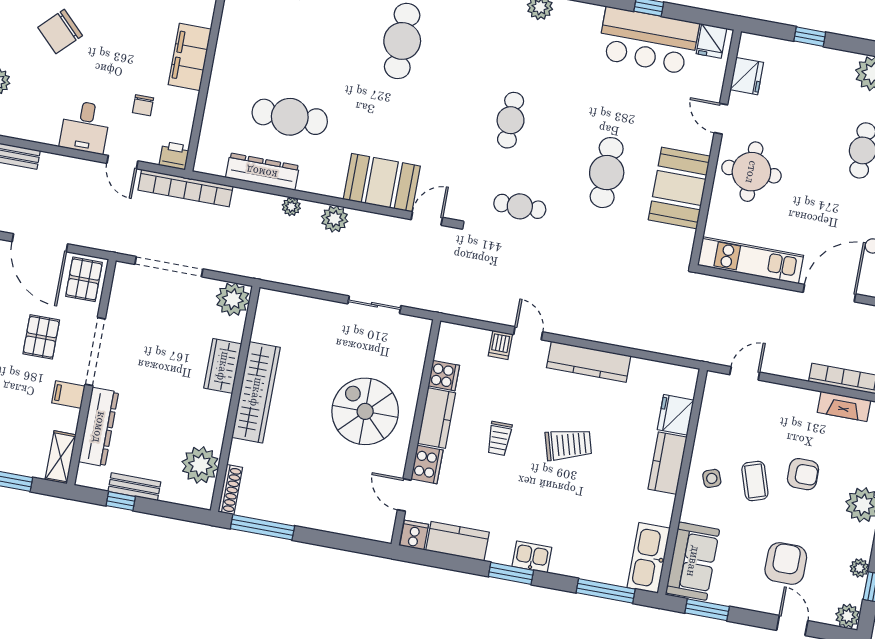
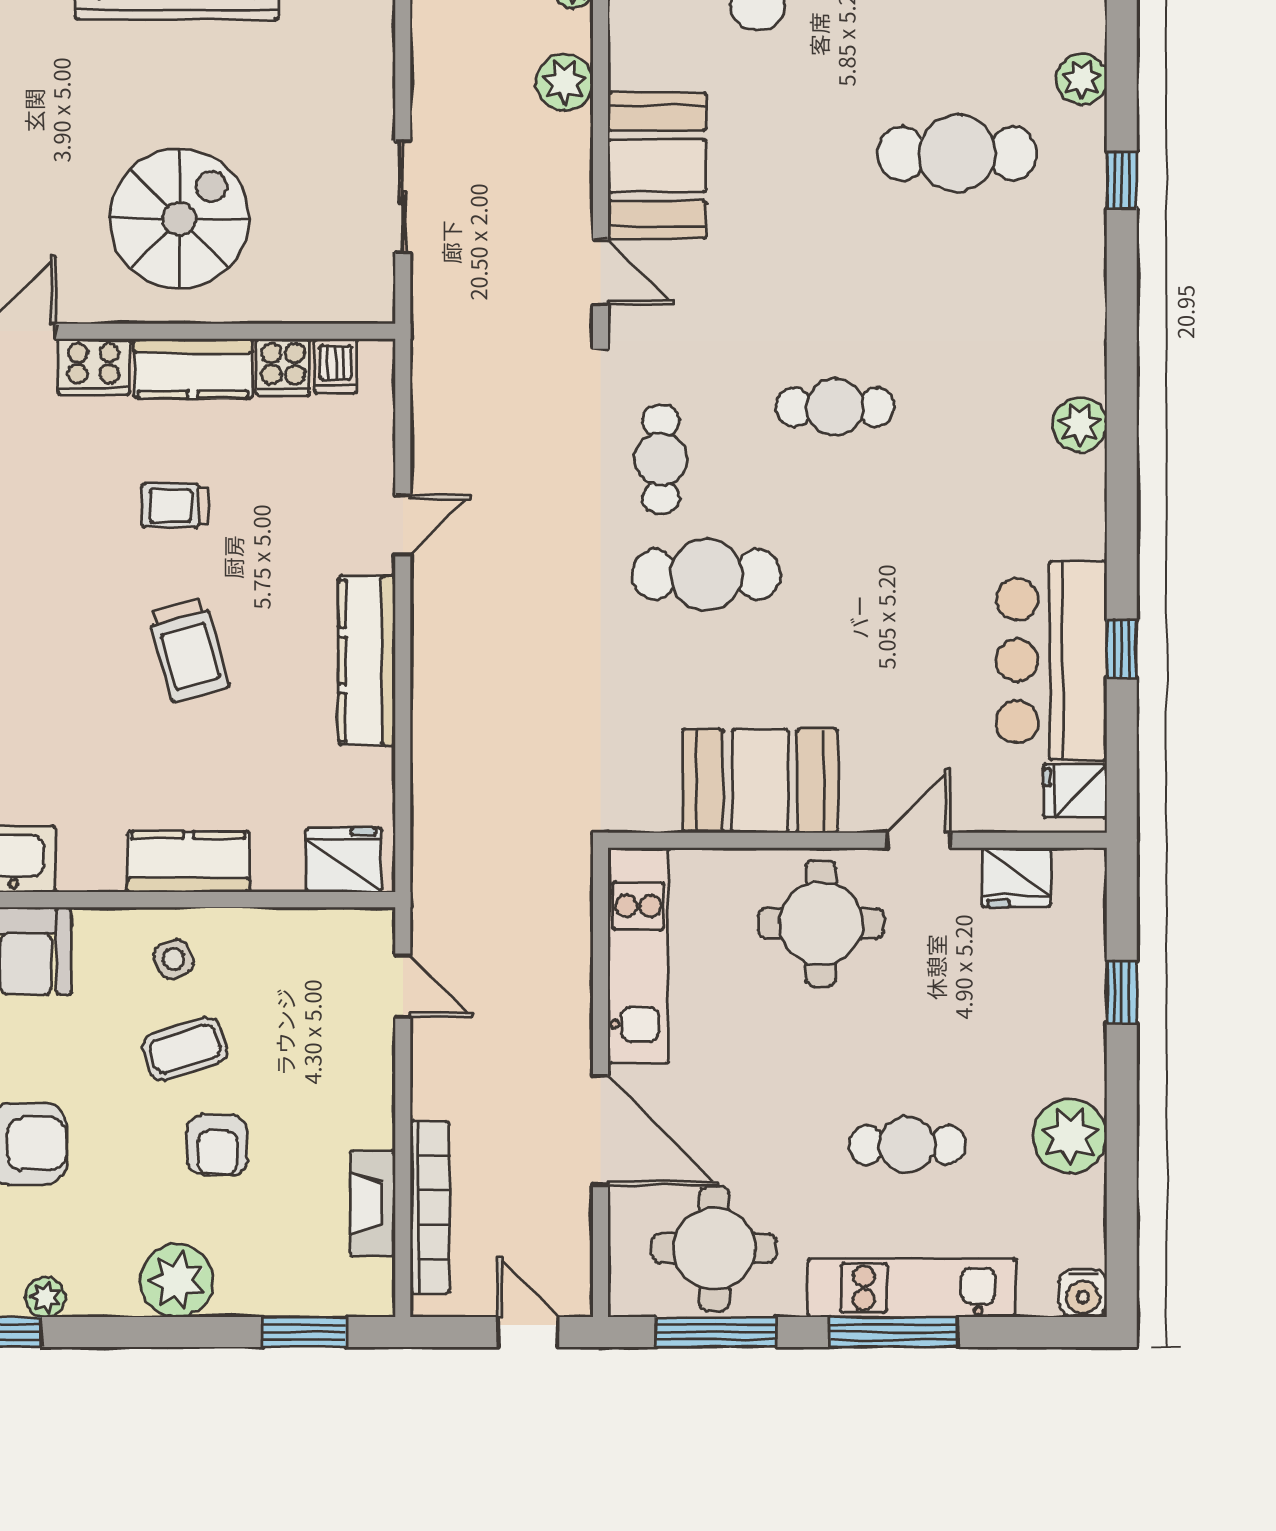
cafe table: (607, 173) -> (706, 574), moved
dishwasher: (500, 345) -> (335, 366), moved, turned -90
fridge: (676, 415) -> (344, 860), moved

